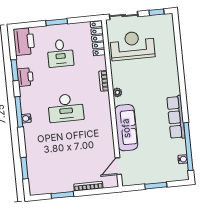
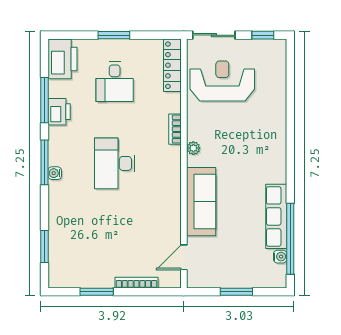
window: (15, 70) -> (45, 100), width x1.44
desk: (66, 108) -> (115, 163), turned 90
row of seats: (176, 117) -> (276, 216), moved

